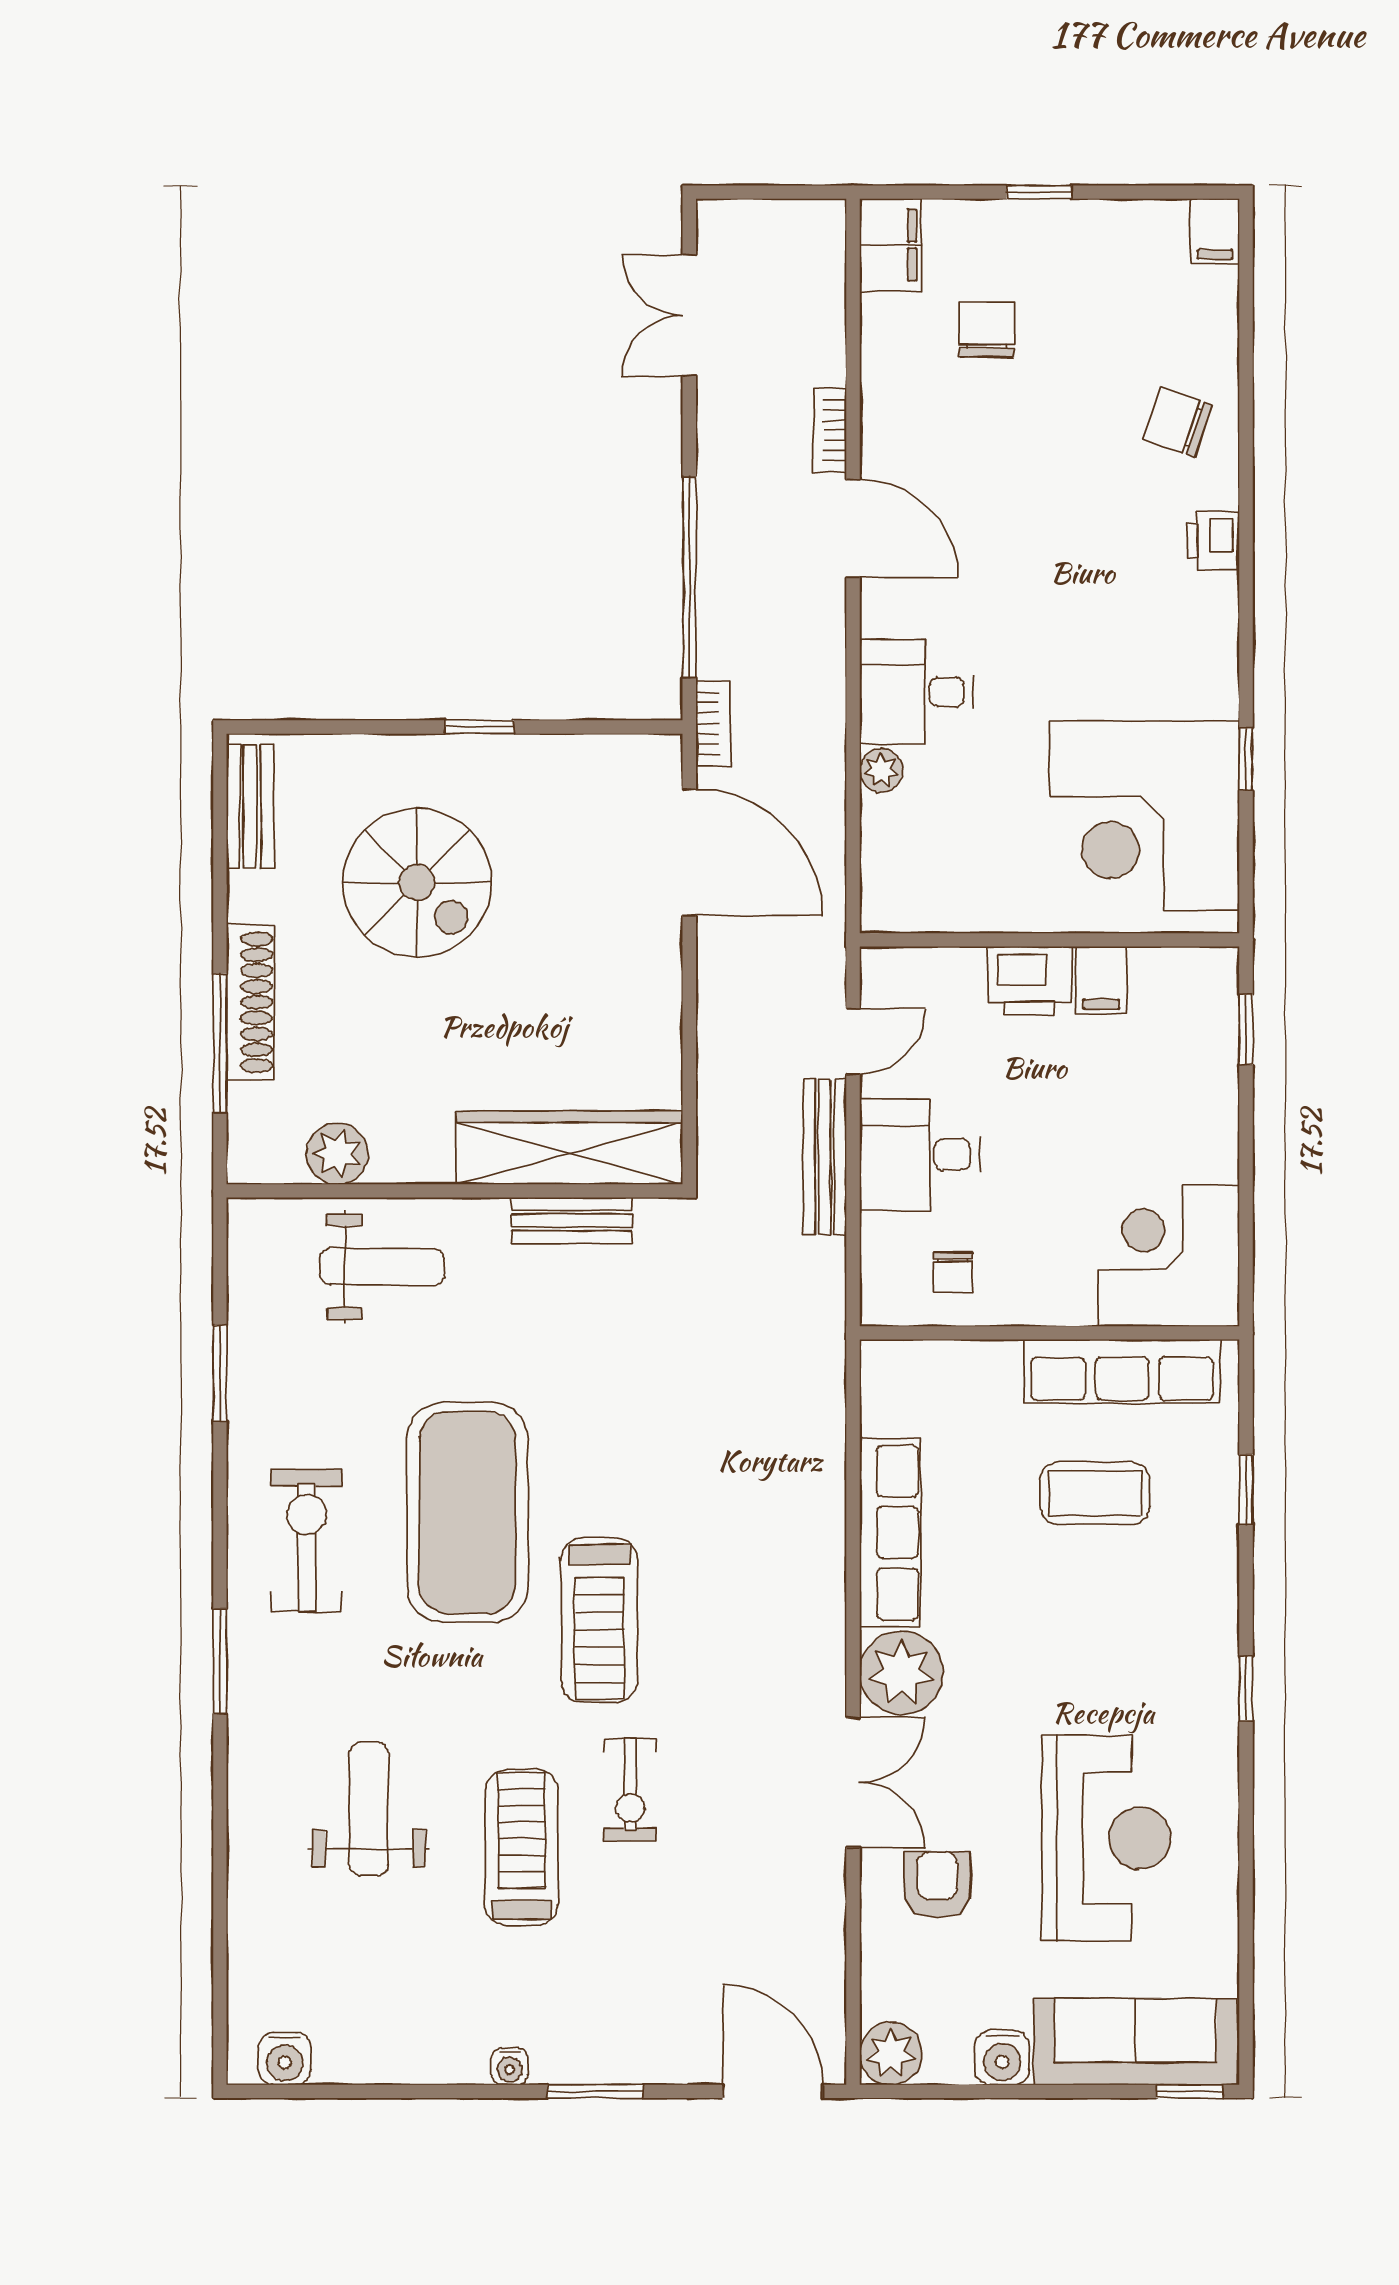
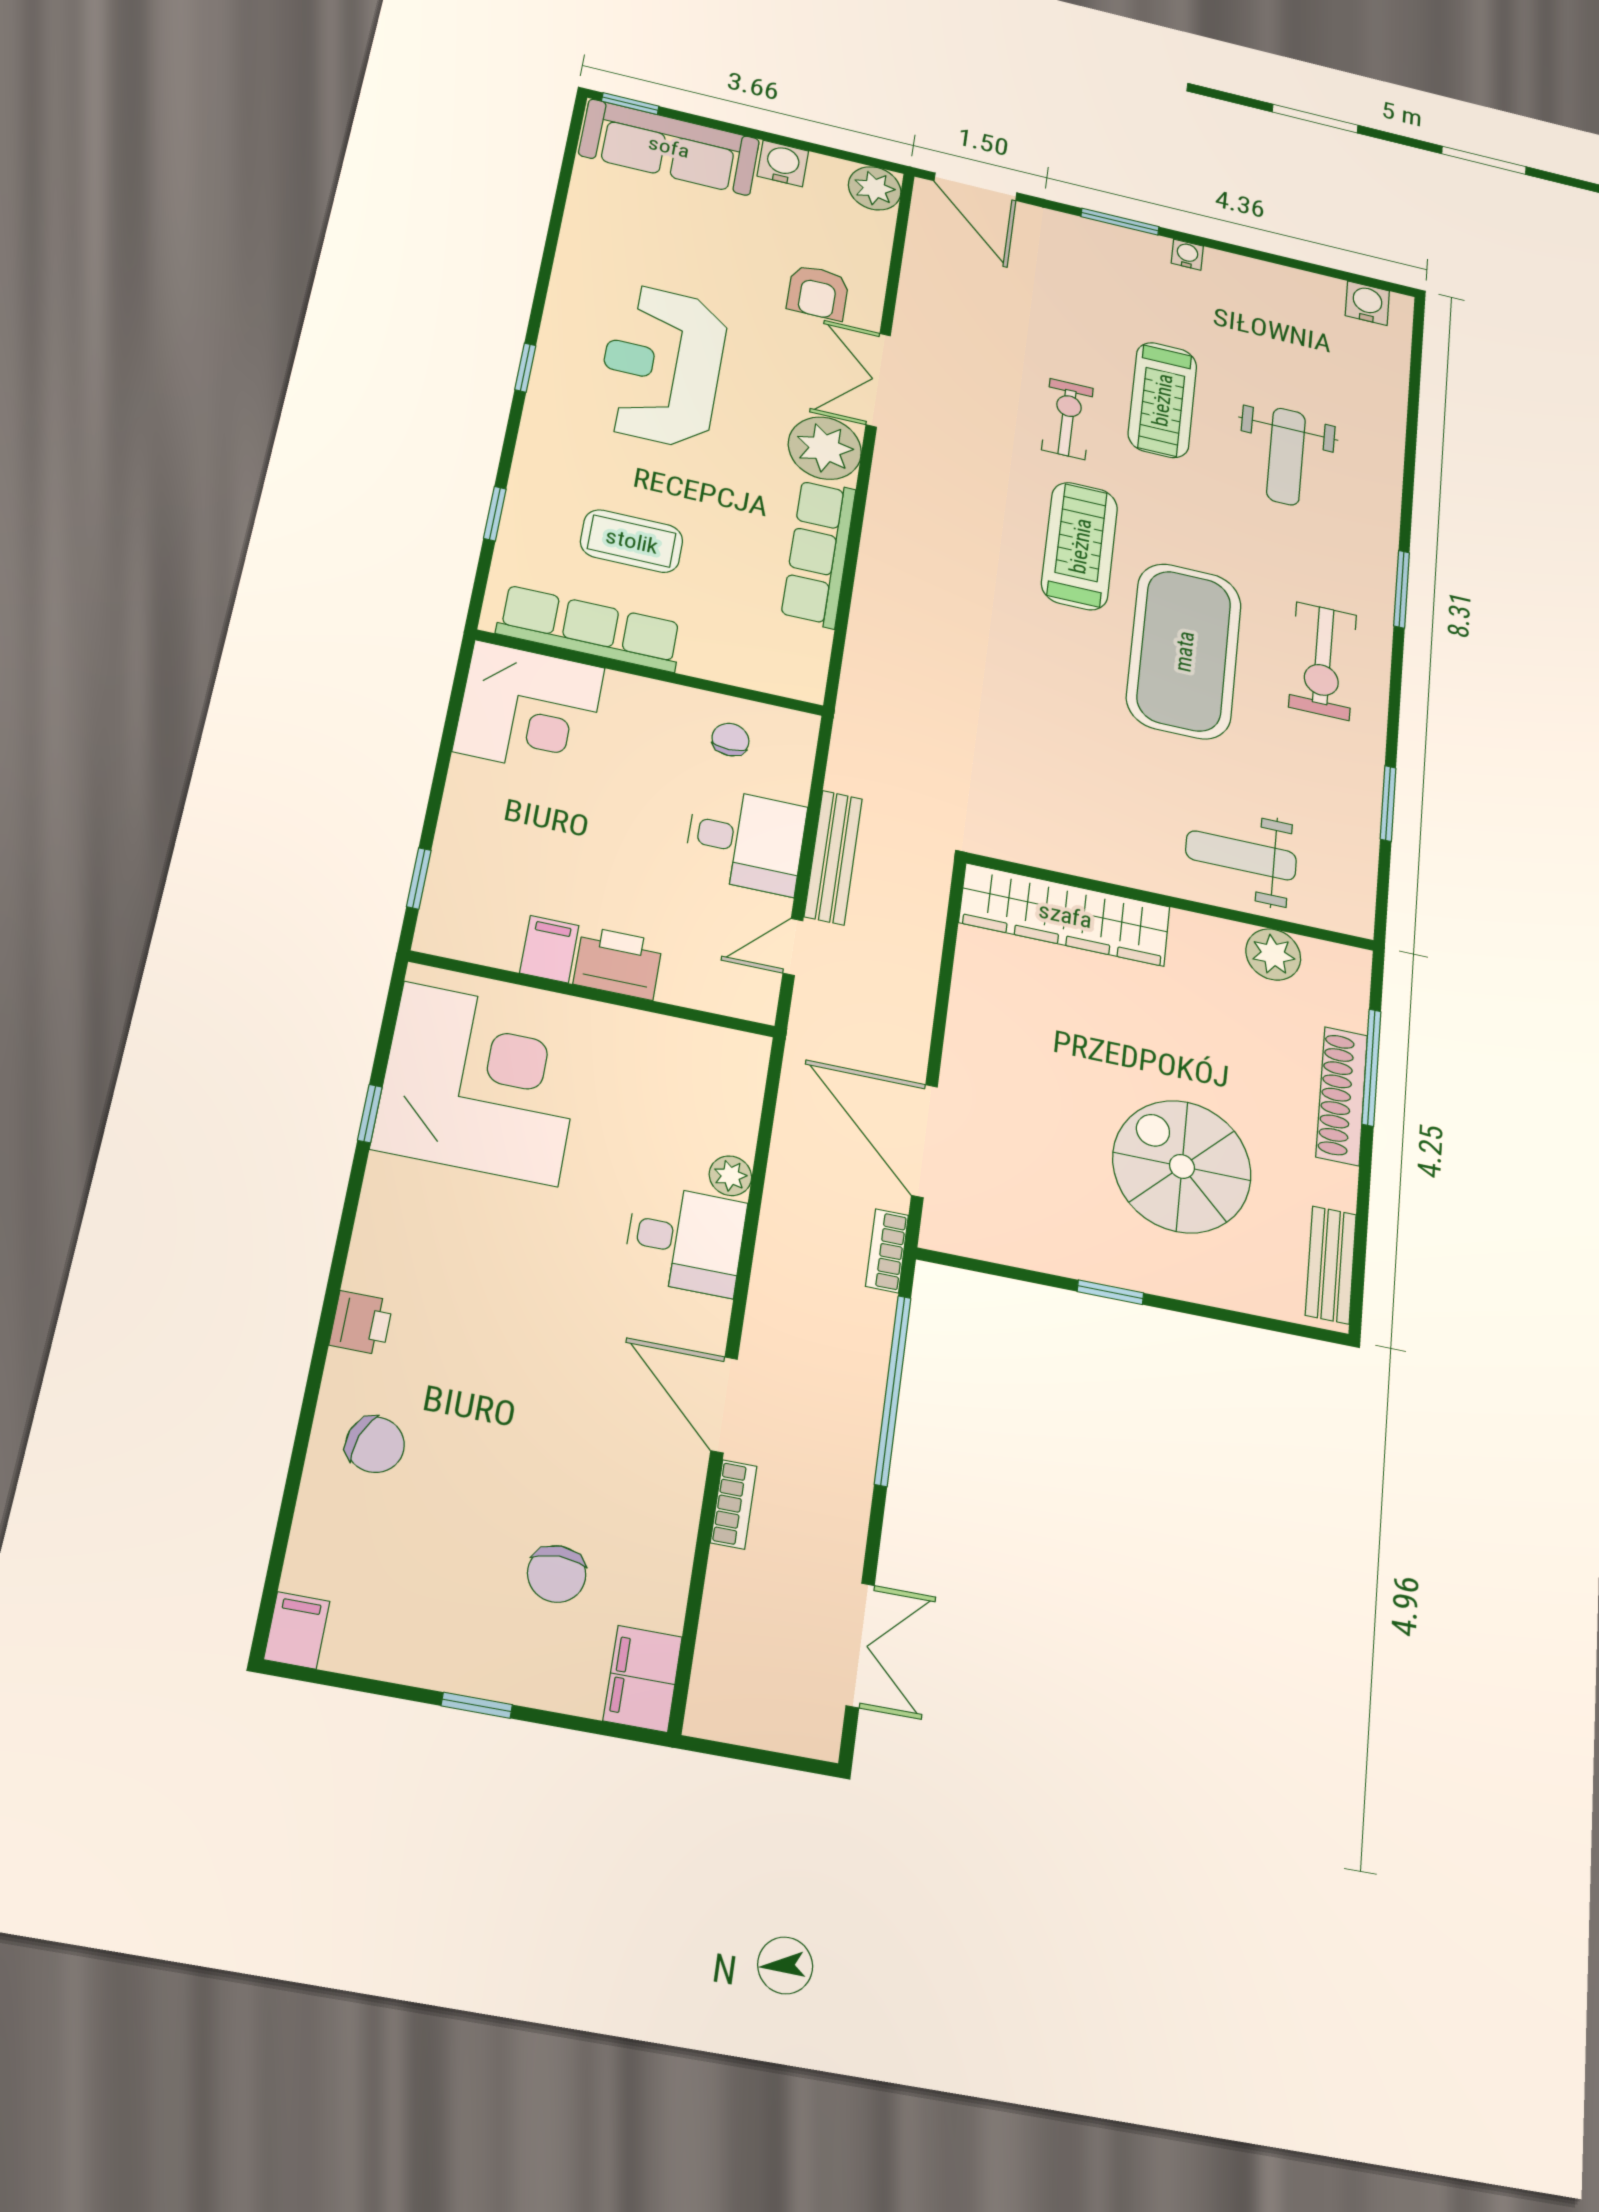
bench: (572, 1220) -> (1069, 856), removed
reception desk: (1106, 1838) -> (662, 366), moved

